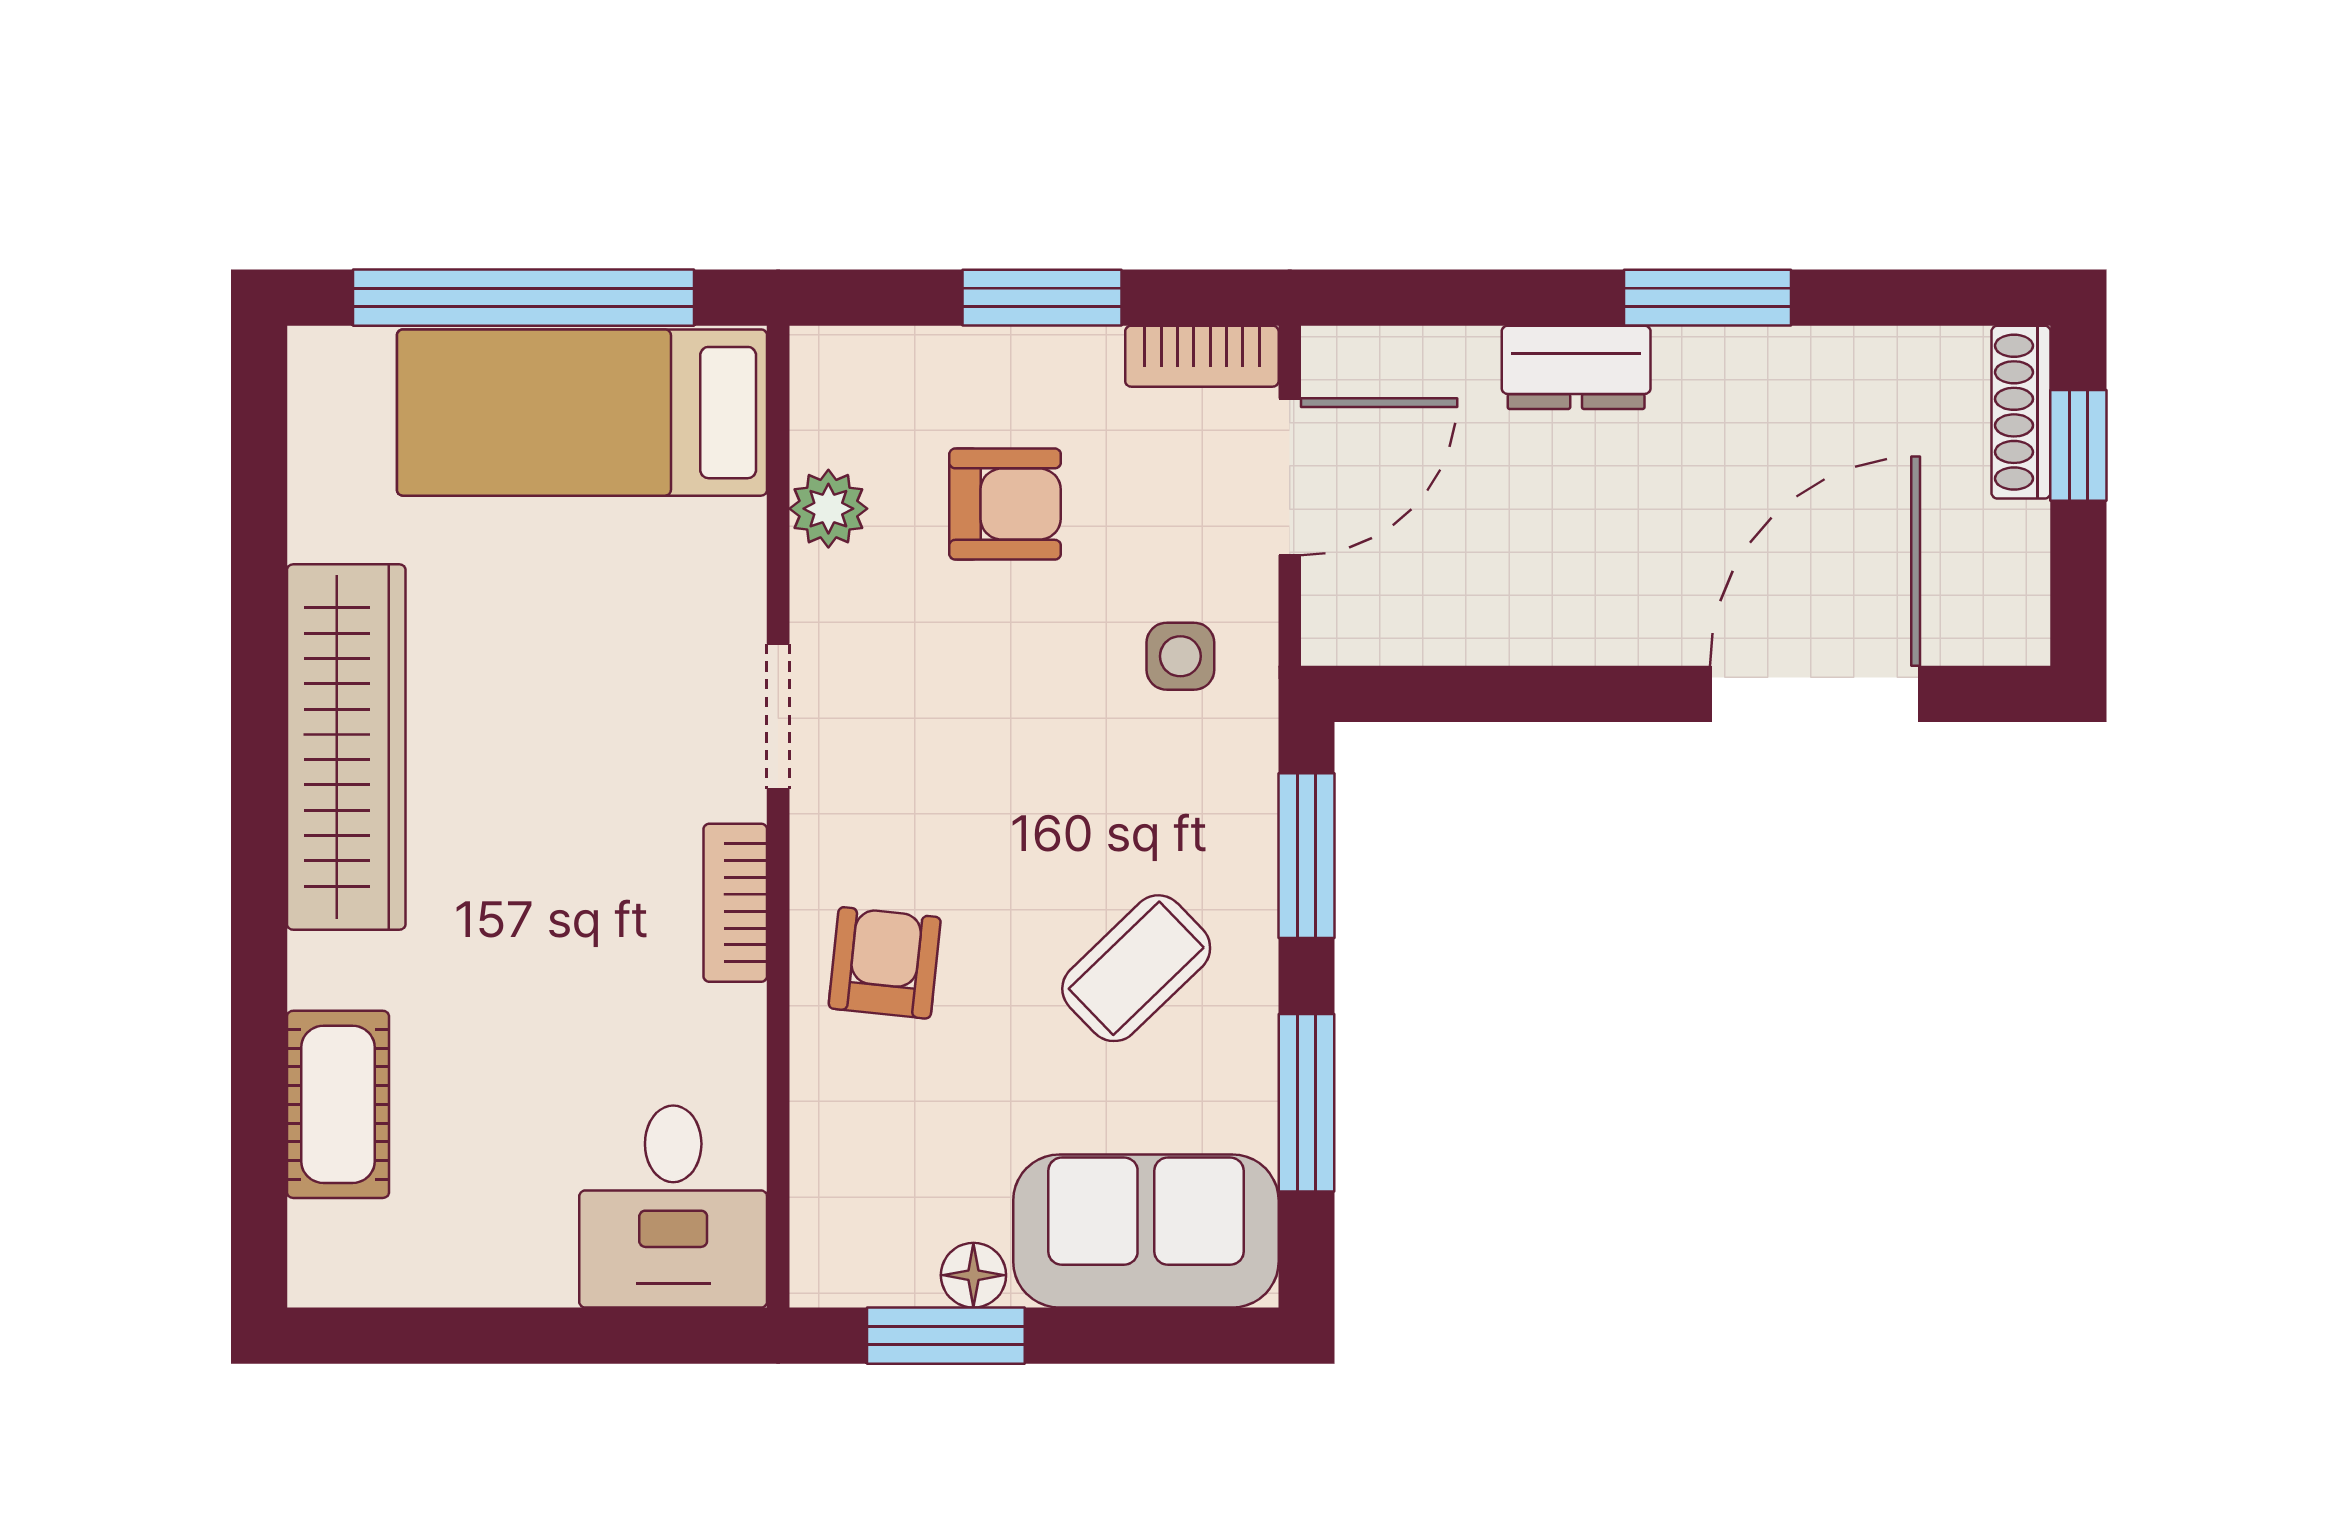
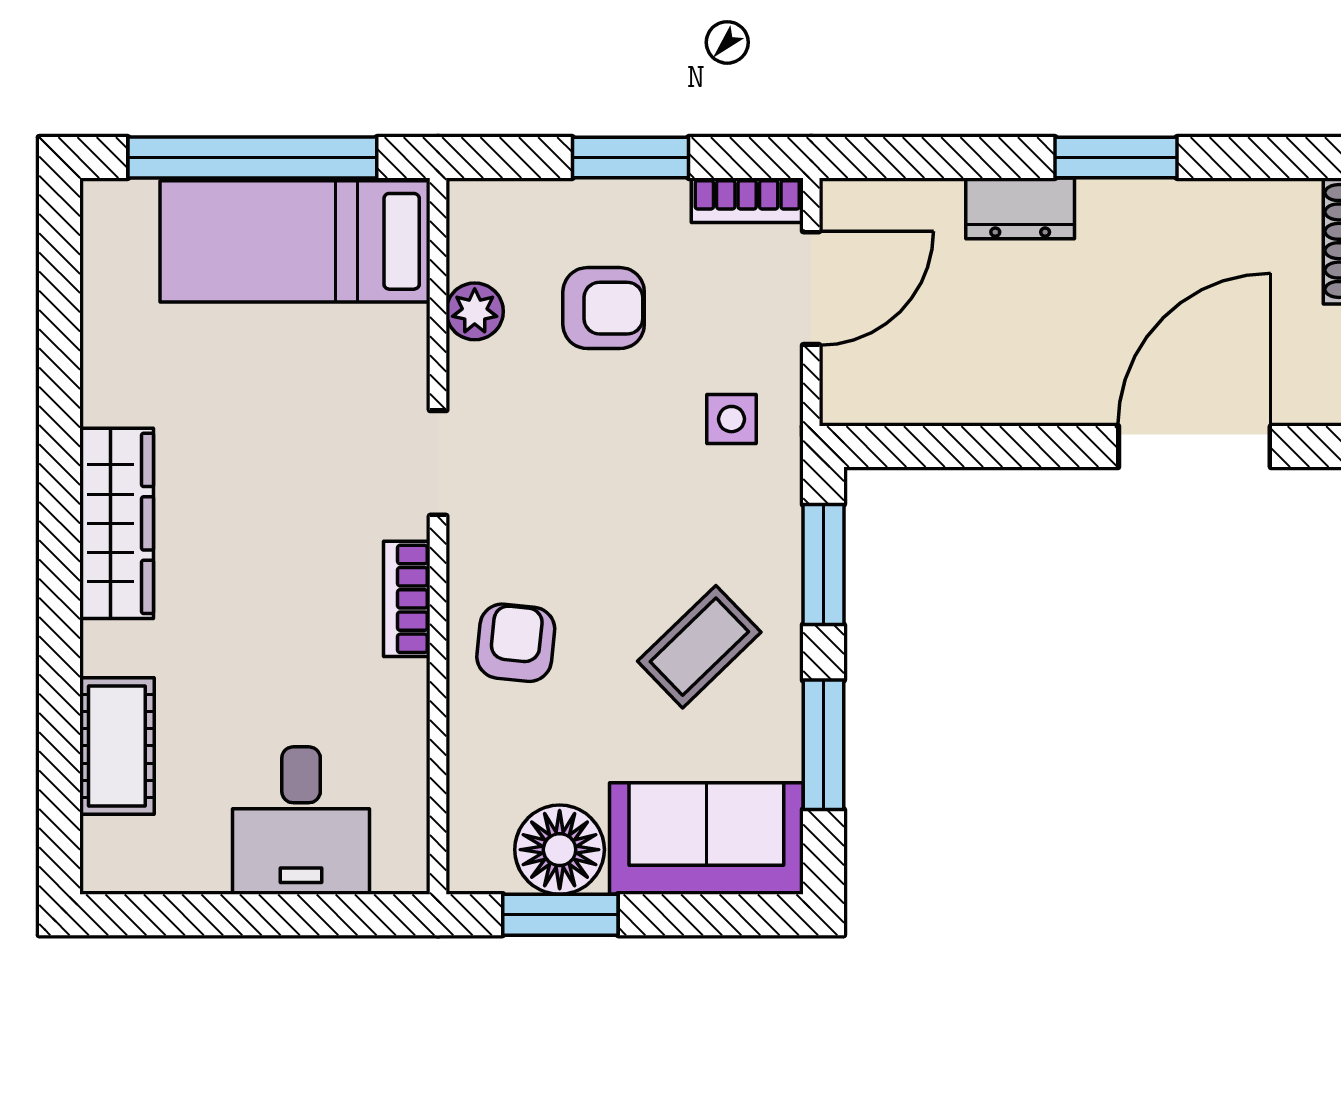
wardrobe: (346, 747) -> (117, 523), width x0.71, depth x0.85
desk: (673, 1207) -> (301, 821), moved
floor lamp: (973, 1275) -> (560, 850), width x1.89, depth x1.89

